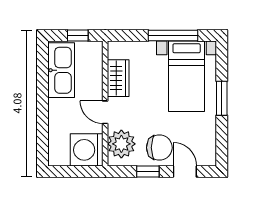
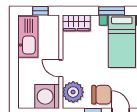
window: (173, 35) -> (112, 11), width x0.69
wardrobe: (118, 78) -> (76, 23), moved, turned 90

